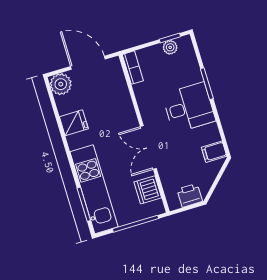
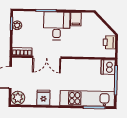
double door: (148, 148) -> (47, 57), moved
filing cabinet: (214, 152) -> (76, 19), moved
dishwasher: (148, 190) -> (108, 67), moved, turned 90

